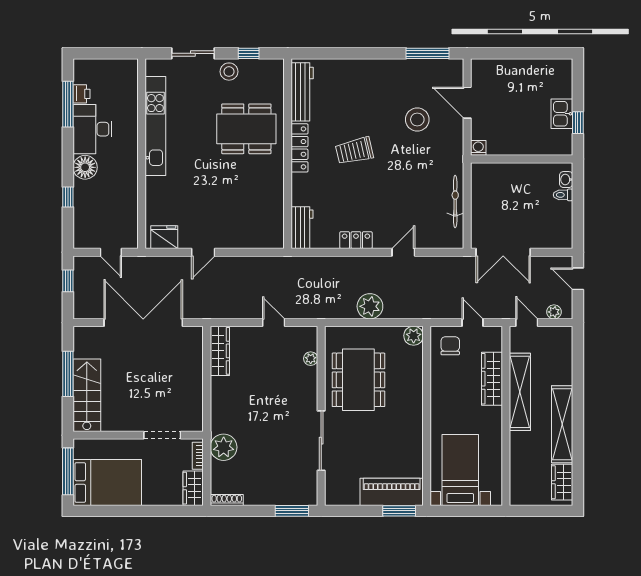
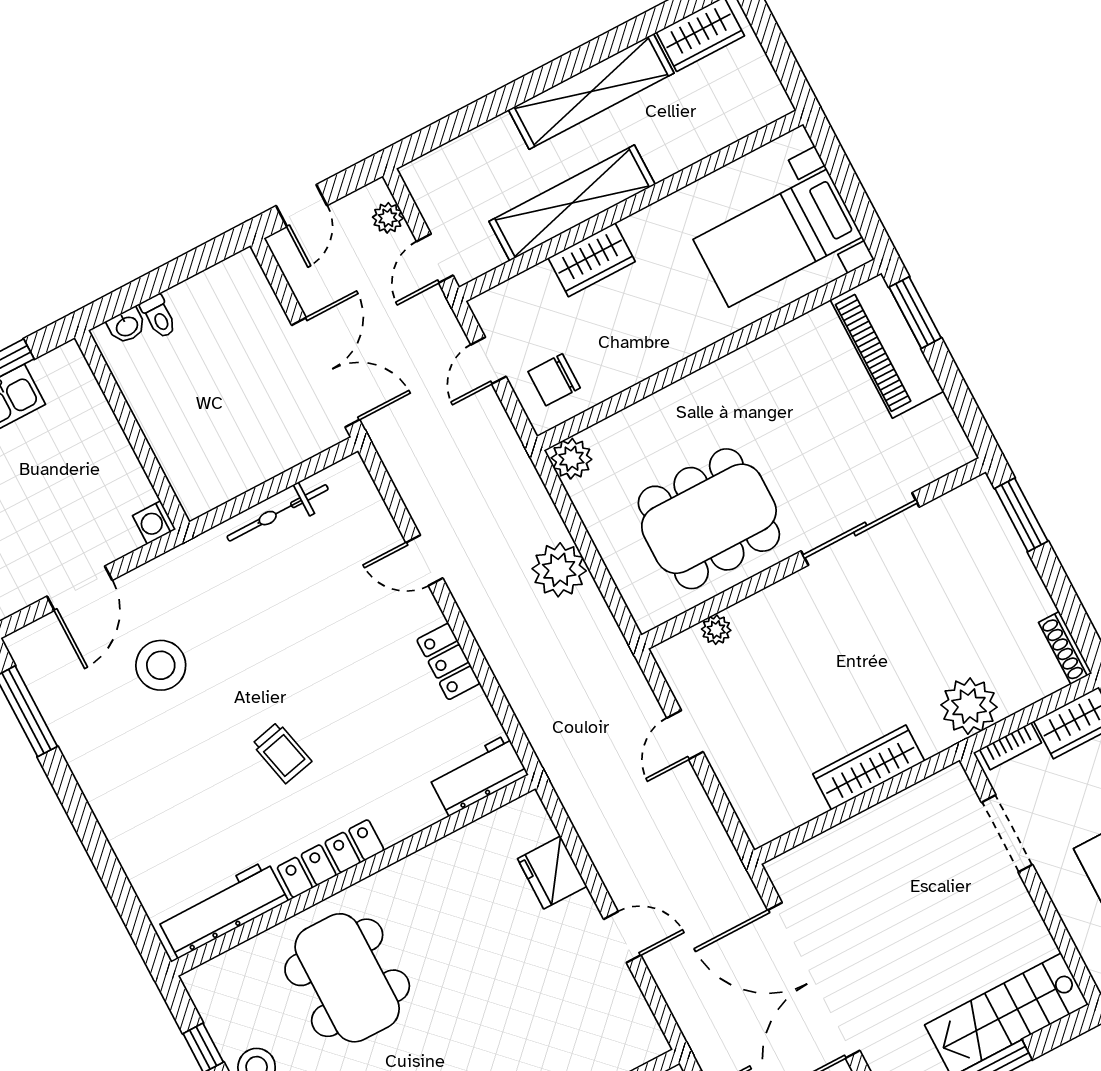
trolley: (354, 151) -> (282, 753), width x0.73, depth x0.72
fridge: (164, 237) -> (552, 872), moved
wardrobe: (220, 351) -> (869, 768), moved
wardrobe: (492, 379) -> (592, 260), width x0.67

